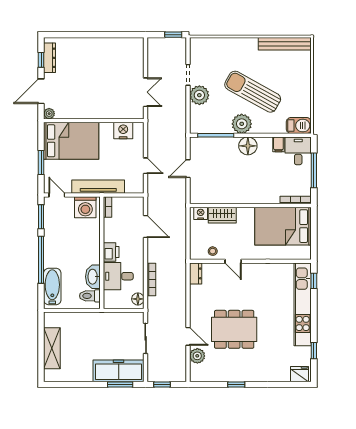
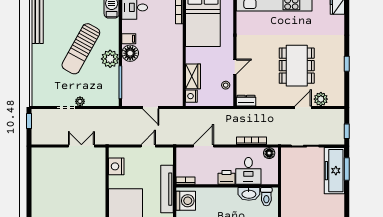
plant: (199, 95) -> (80, 101), width x0.53, depth x0.53
filing cabinet: (278, 144) -> (129, 39), moved

